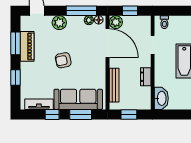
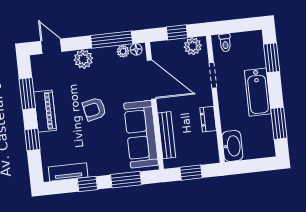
plant: (116, 22) -> (193, 46), moved
piano: (27, 46) -> (45, 111), moved
sofa: (78, 99) -> (141, 134), moved, turned -90

